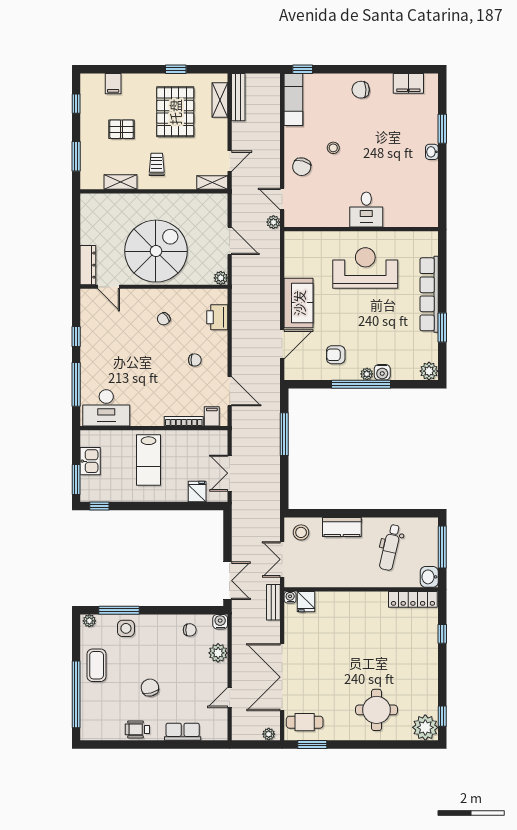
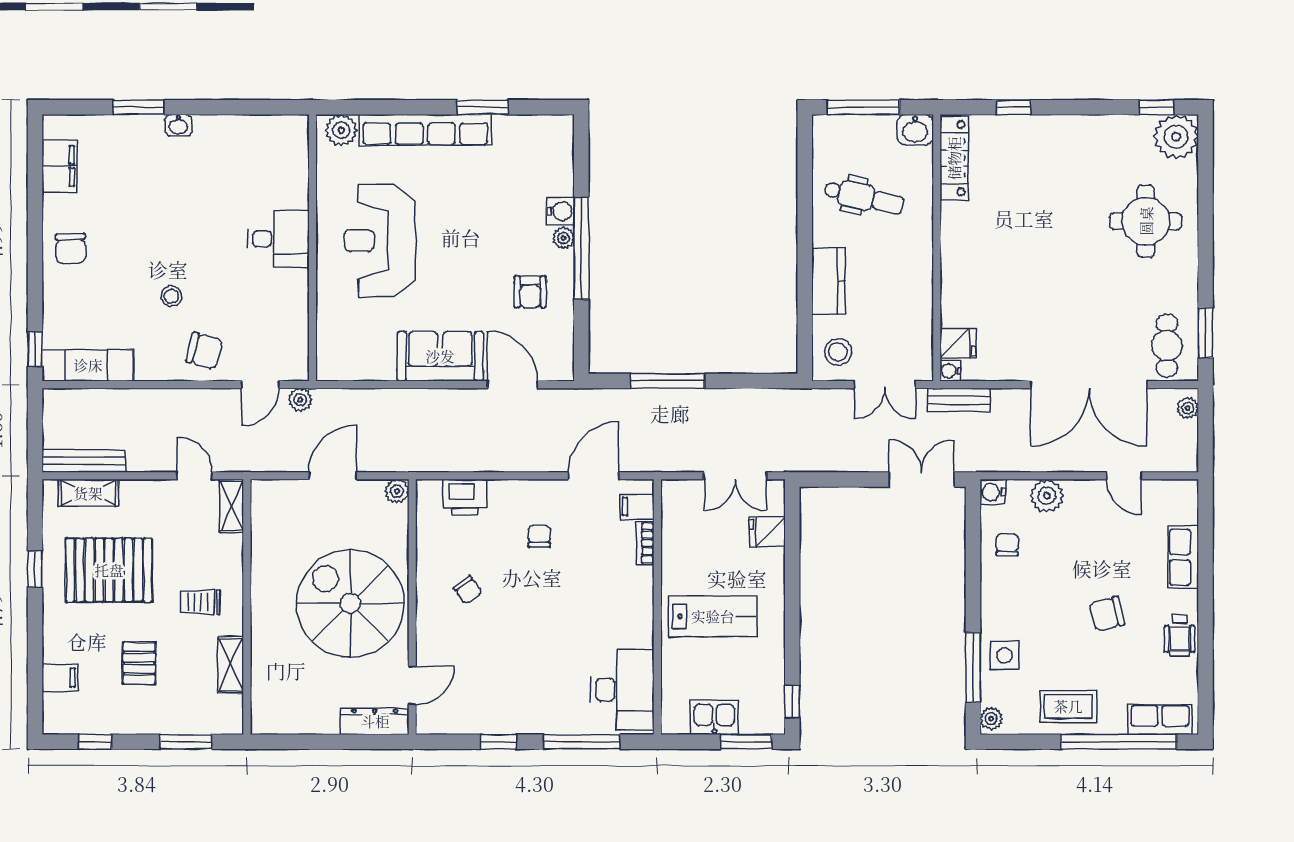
plant: (429, 371) -> (341, 130), moved
bookcase: (184, 421) -> (645, 543), width x0.64
row of seats: (89, 718) -> (1160, 719), added

